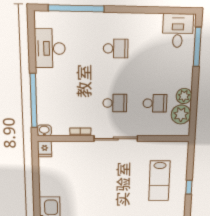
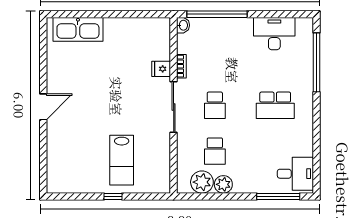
school desk: (116, 49) -> (275, 105), width x1.85
fridge: (45, 149) -> (161, 69), moved
lab bench: (159, 181) -> (122, 160), turned -90

